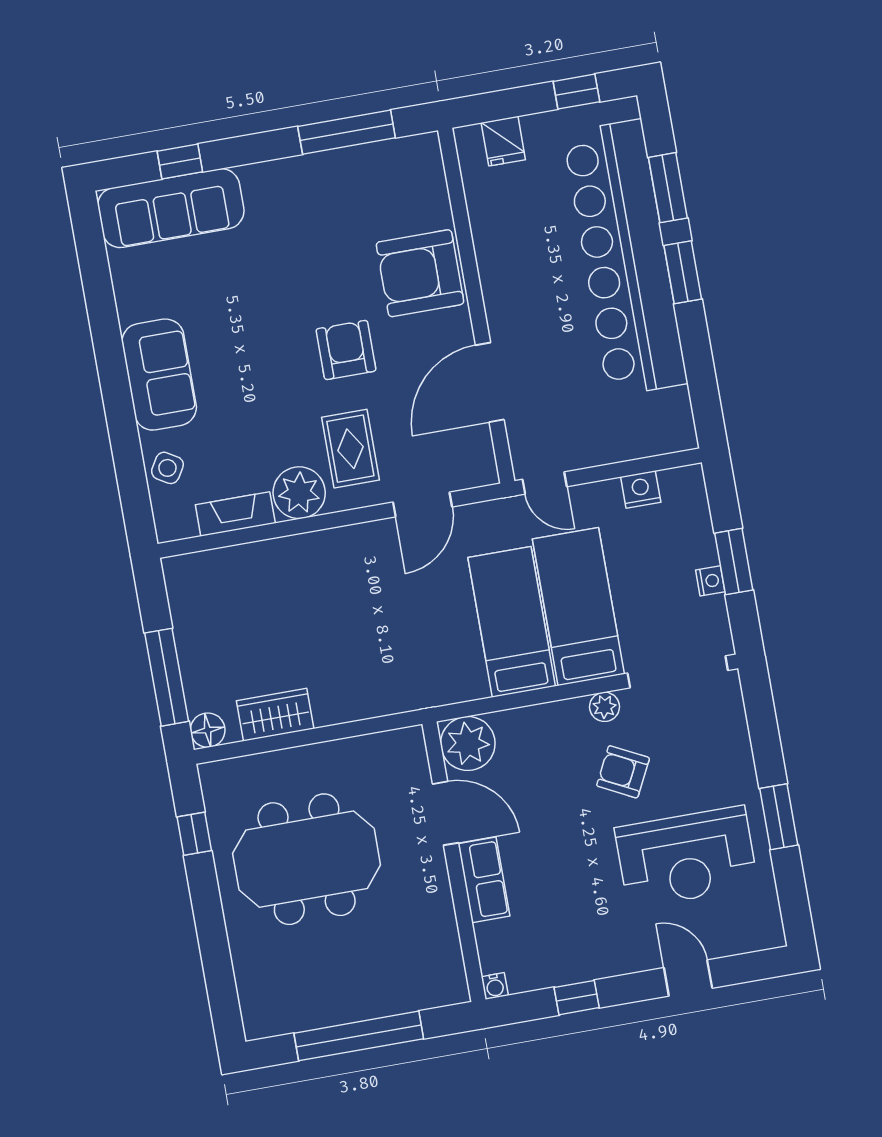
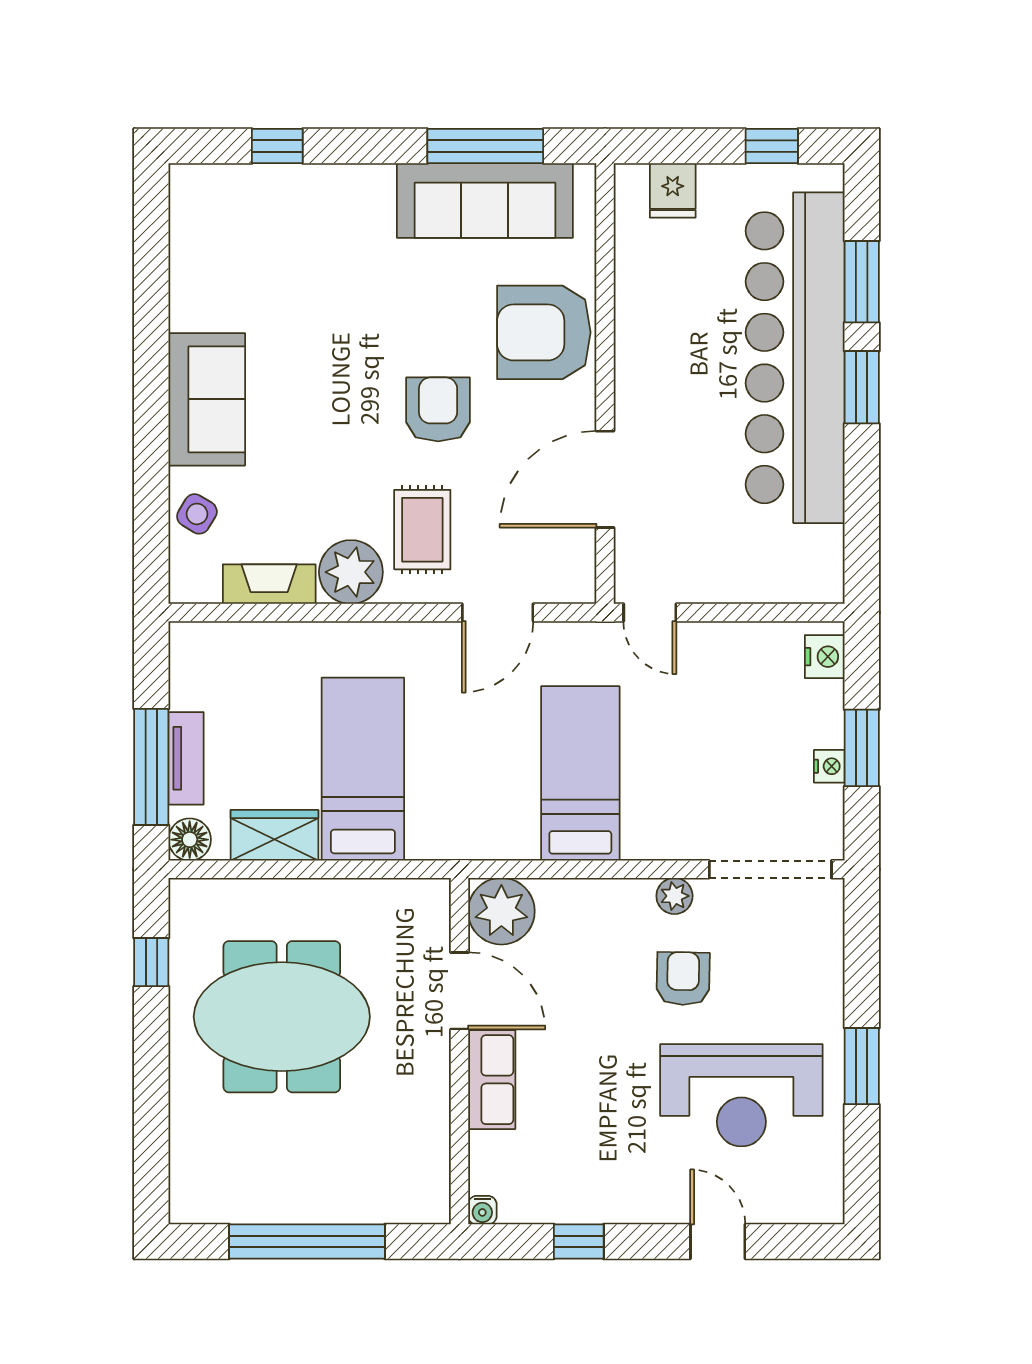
sofa: (171, 208) -> (485, 201), moved
nightstand: (641, 490) -> (825, 657), moved, turned 90
bed: (578, 607) -> (363, 769), moved
tv unit: (193, 665) -> (186, 758), added
armchair: (623, 772) -> (683, 979), turned 64

